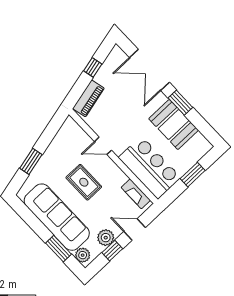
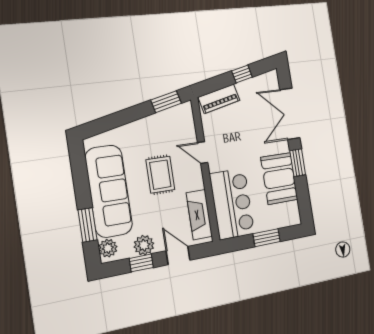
window: (31, 161) -> (166, 102), moved
fireplace: (136, 194) -> (199, 215), width x1.37, depth x1.32

